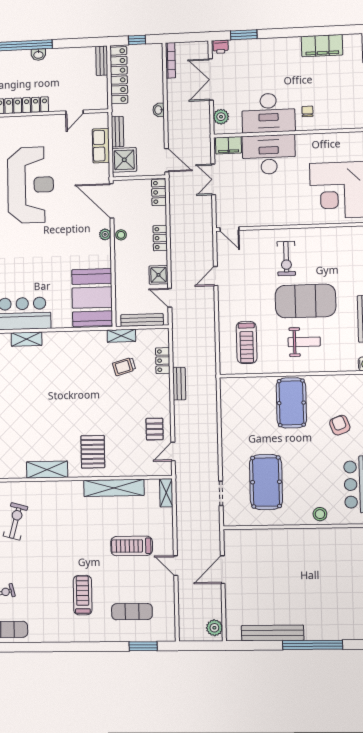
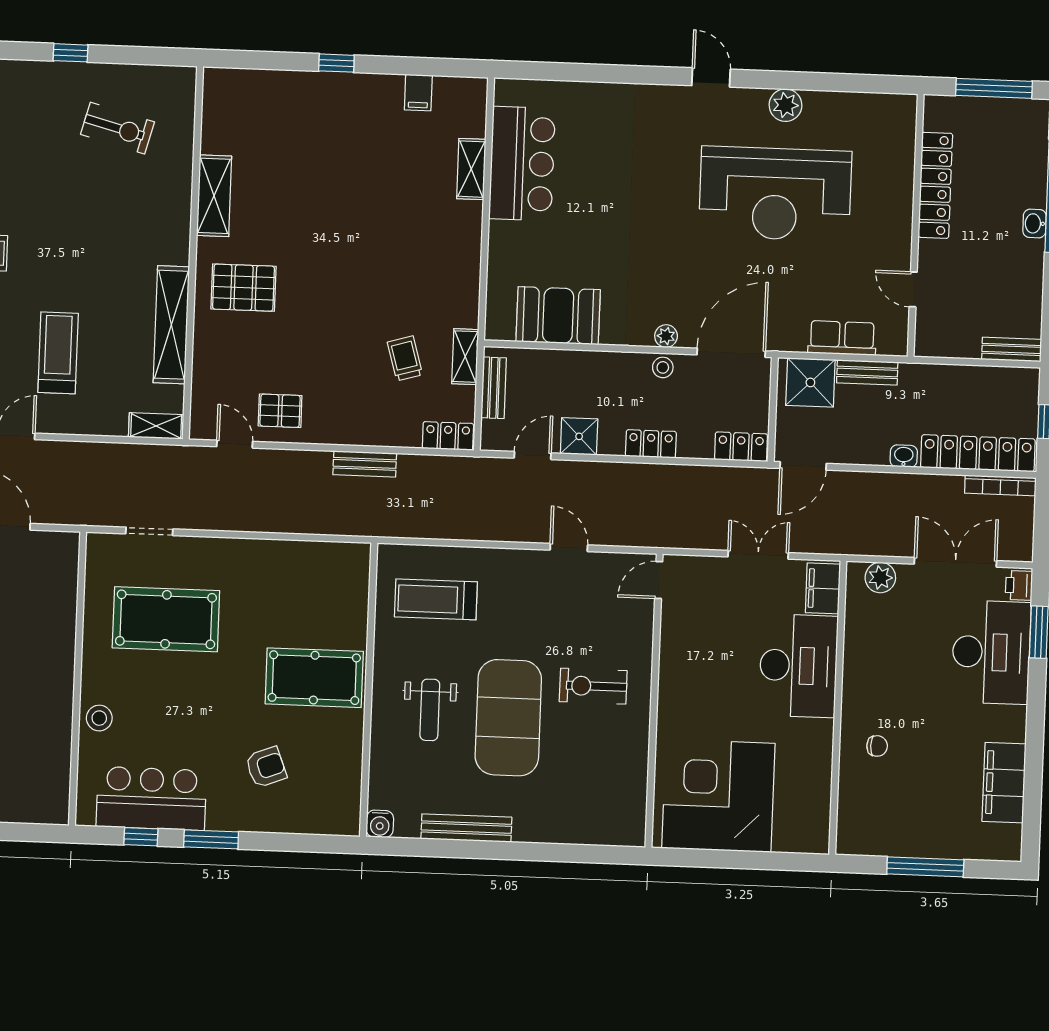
locker: (119, 75) -> (978, 453), moved, turned 180
desk: (268, 113) -> (991, 652), moved, turned 180
booth: (92, 298) -> (558, 316), width x0.73, depth x0.70
bench: (142, 320) -> (494, 388), width x0.73
locker: (163, 361) -> (448, 436), moved

